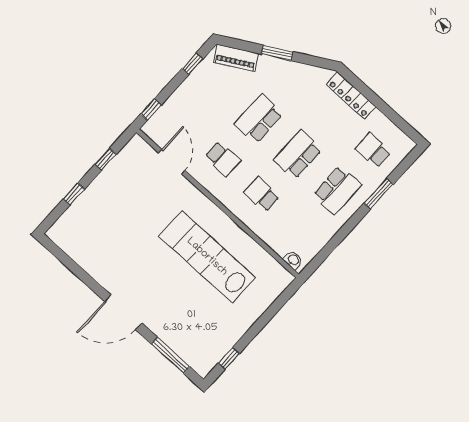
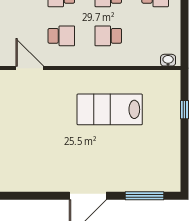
lab bench: (207, 257) -> (110, 109), width x0.73
window: (229, 358) -> (184, 110), moved

